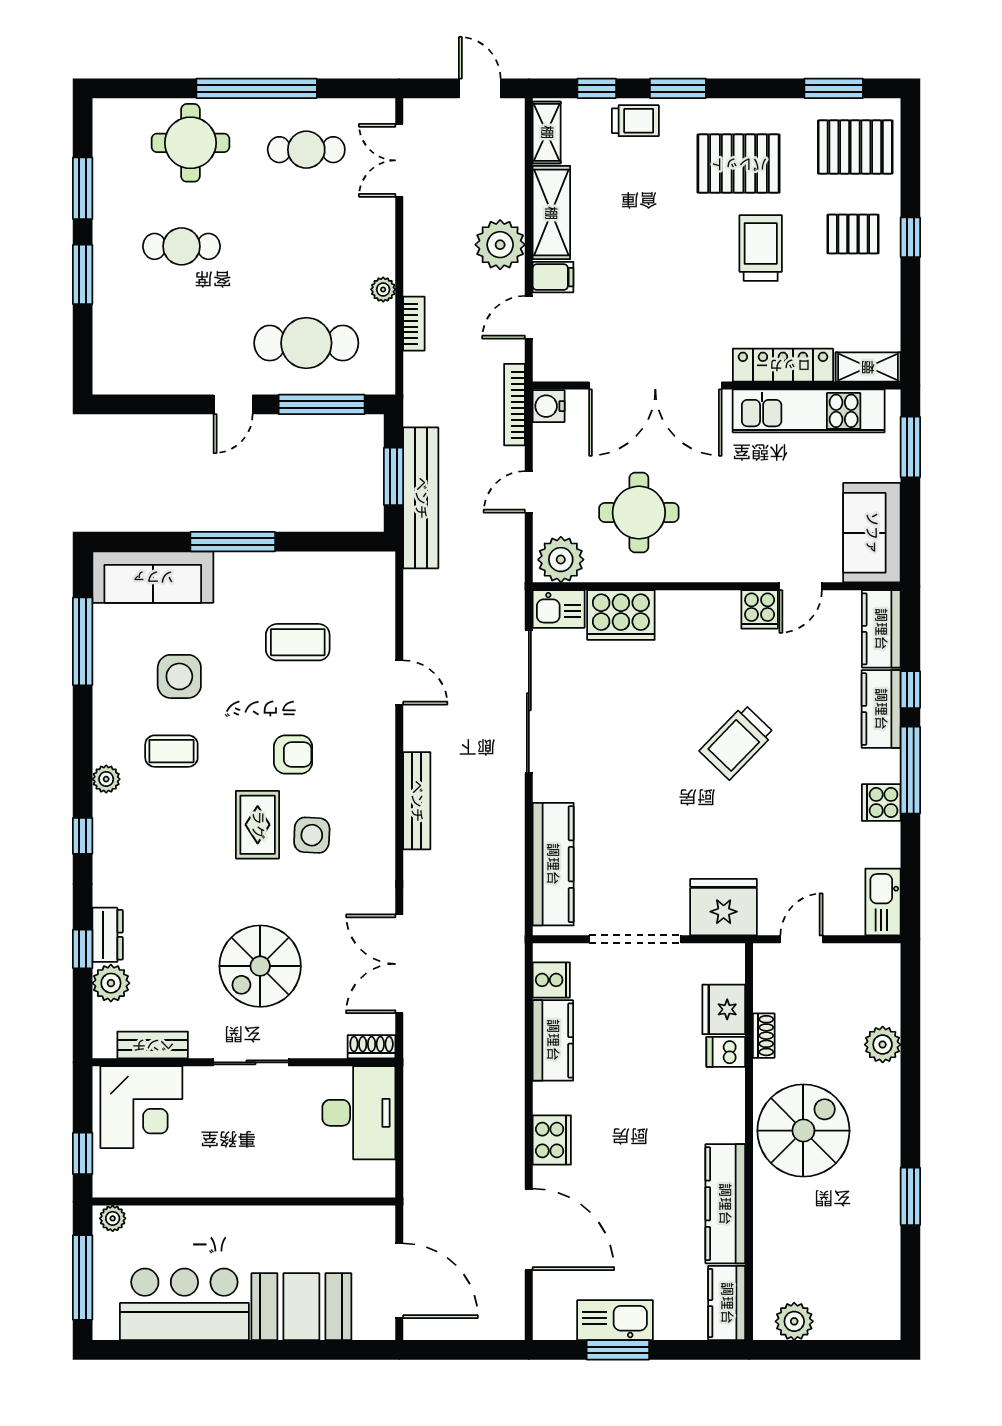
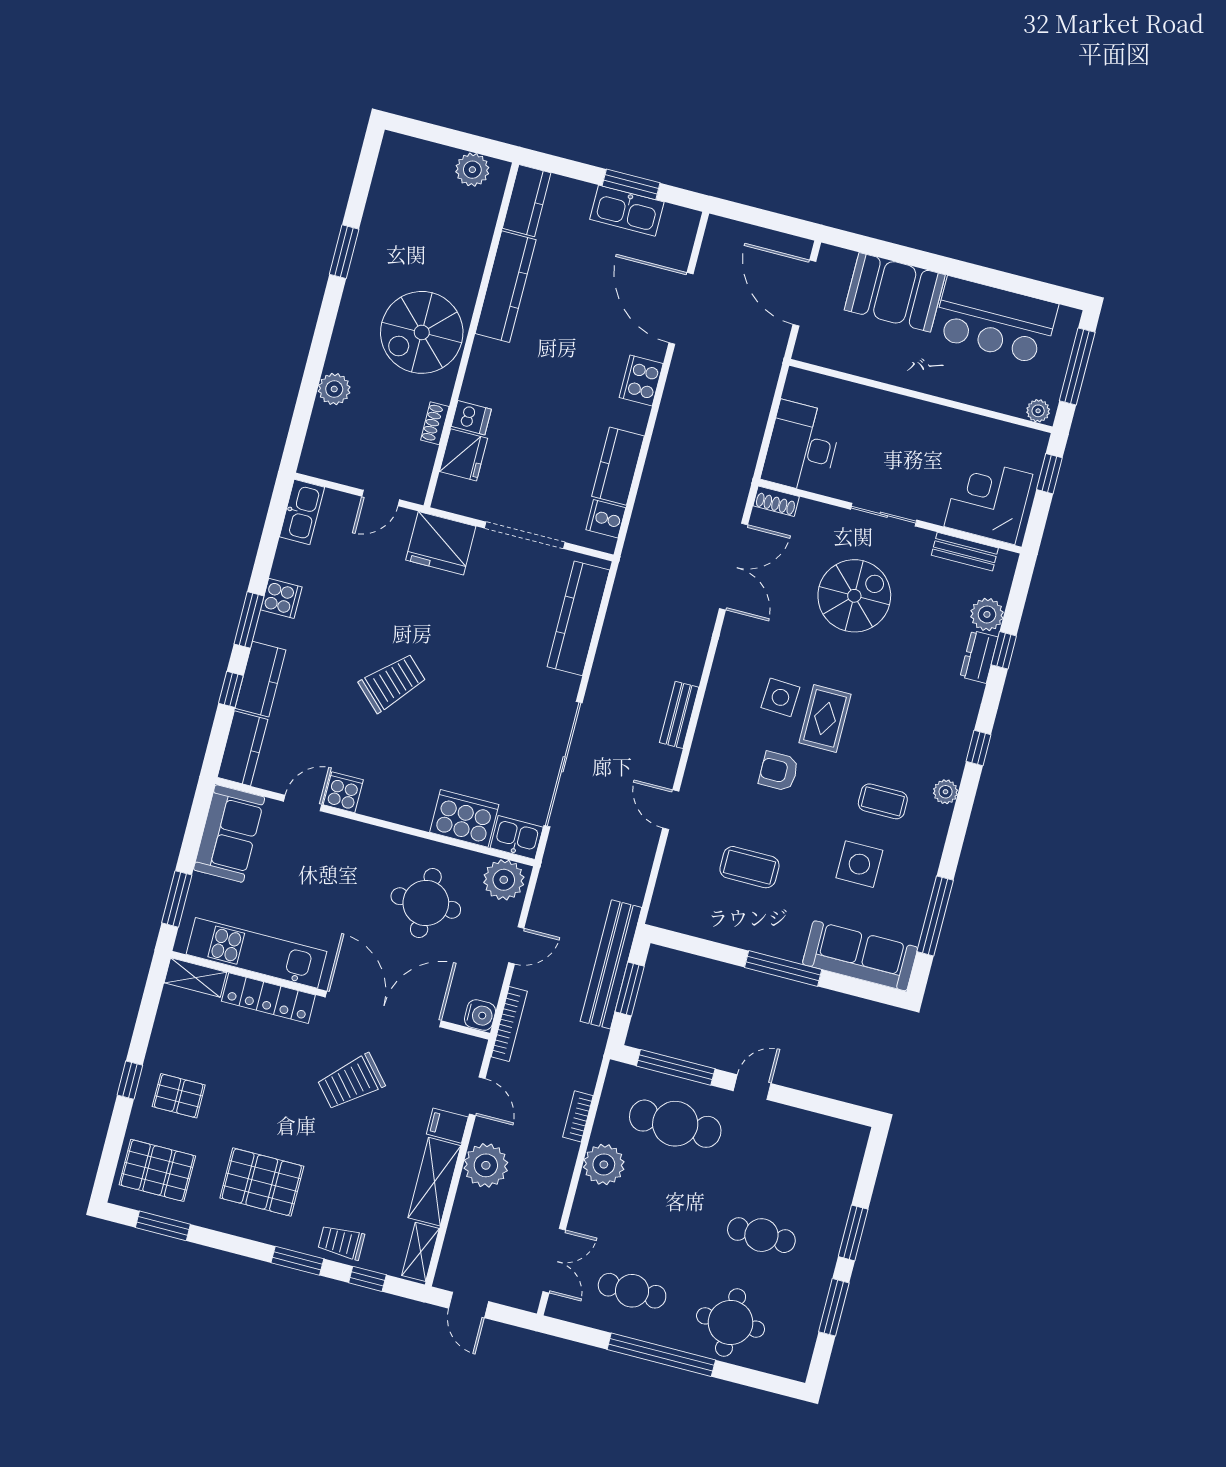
trolley: (761, 248) -> (351, 1082), moved, turned 49
plant: (383, 289) -> (604, 1164), width x1.88, depth x1.88
door: (529, 317) -> (477, 1096), hinge flipped
window: (910, 770) -> (249, 620), width x0.69
bench: (417, 801) -> (679, 715), width x0.73

